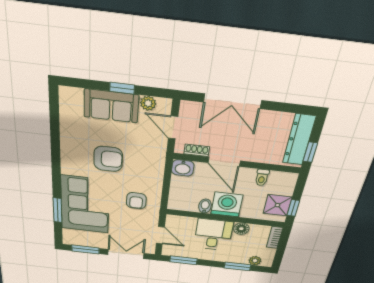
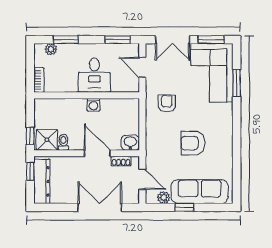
sofa: (111, 106) -> (200, 192), width x1.36
corner sofa: (85, 205) -> (212, 73), moved
washing machine: (227, 205) -> (93, 105), width x0.53, depth x0.53
shower: (277, 205) -> (47, 140), moved
bidet: (205, 206) -> (106, 106), removed
window: (293, 208) -> (30, 136), moved
floor lamp: (241, 229) -> (70, 86), removed

